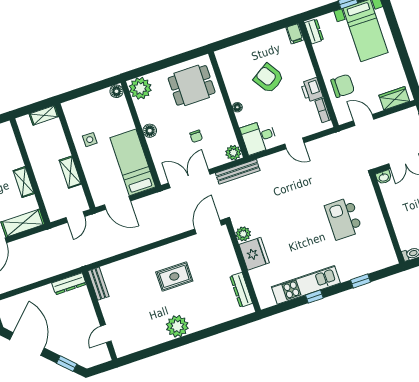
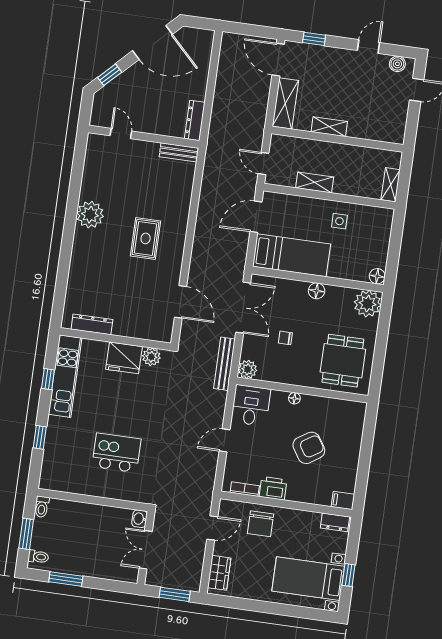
plant: (243, 234) -> (151, 357), moved
fridge: (254, 254) -> (124, 358), moved
wall: (243, 267) -> (115, 339), moved
dresser: (241, 290) -> (92, 324), moved

